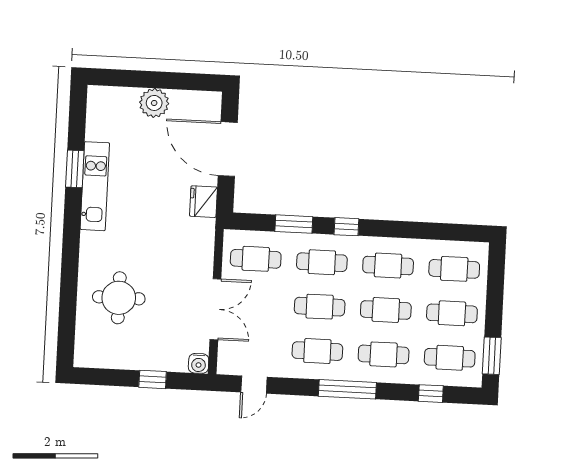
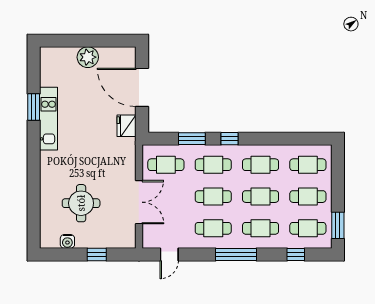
round table: (119, 298) -> (81, 203), moved
water cooler: (199, 363) -> (67, 241), moved

